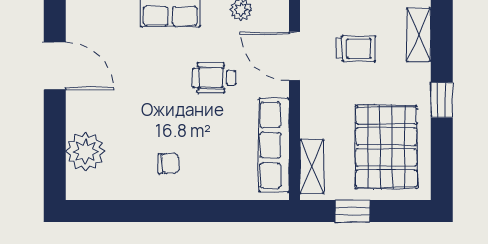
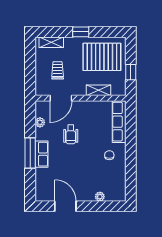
door: (55, 66) -> (65, 206), hinge flipped
row of seats: (274, 145) -> (119, 122), moved, turned 90
plant: (85, 152) -> (100, 197), width x0.53, depth x0.53
shelving: (312, 166) -> (99, 90), moved

